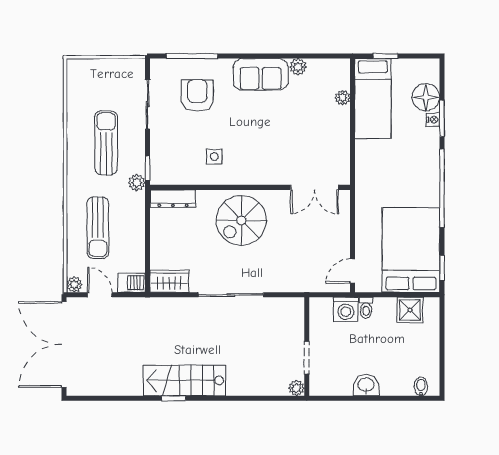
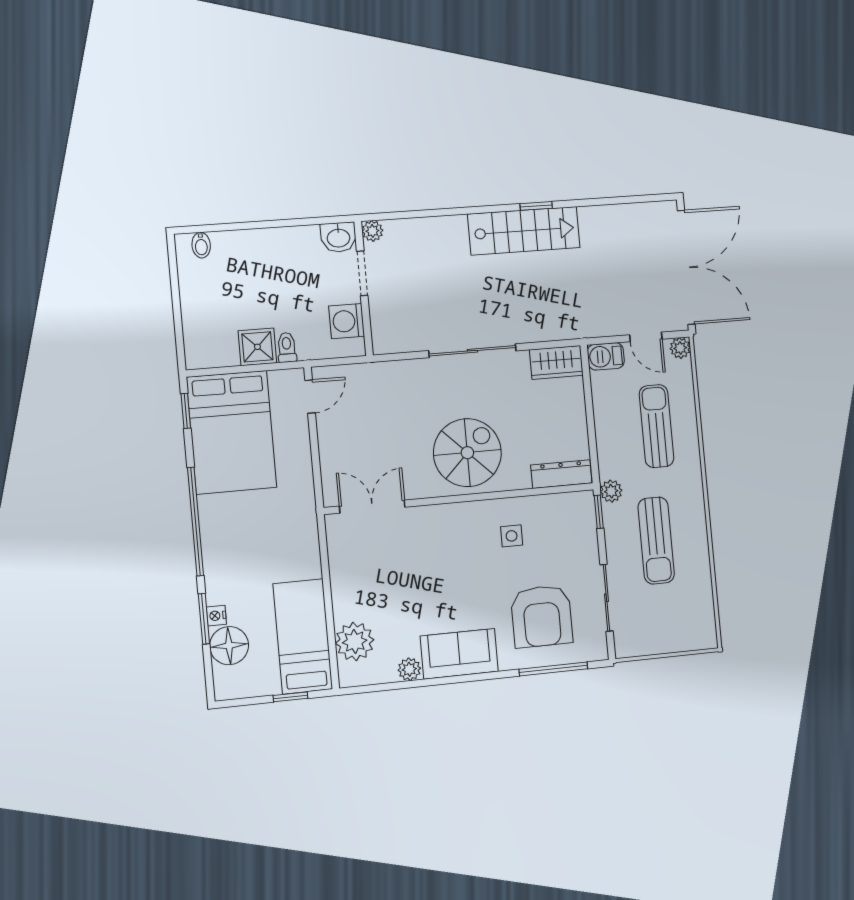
armchair: (197, 95) -> (542, 616), width x1.36, depth x1.36
plant: (343, 98) -> (355, 641), width x1.88, depth x1.88
washing machine: (346, 309) -> (347, 321), moved, turned -90
shower: (410, 310) -> (257, 347), moved
washbasin: (366, 385) -> (338, 237), moved

